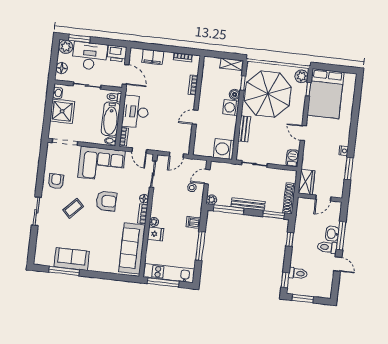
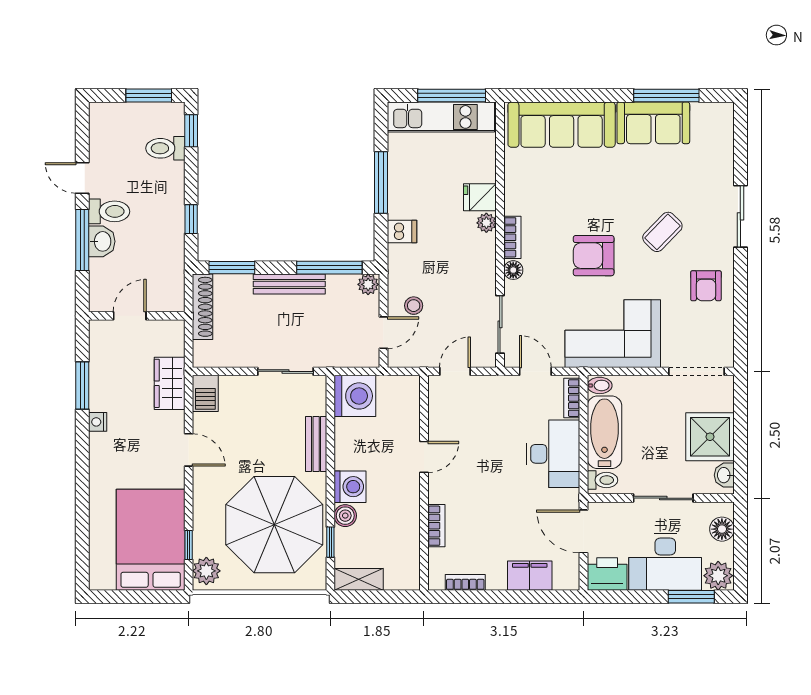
wardrobe: (306, 182) -> (170, 383), moved
sofa: (132, 248) -> (562, 125), moved, turned 90

